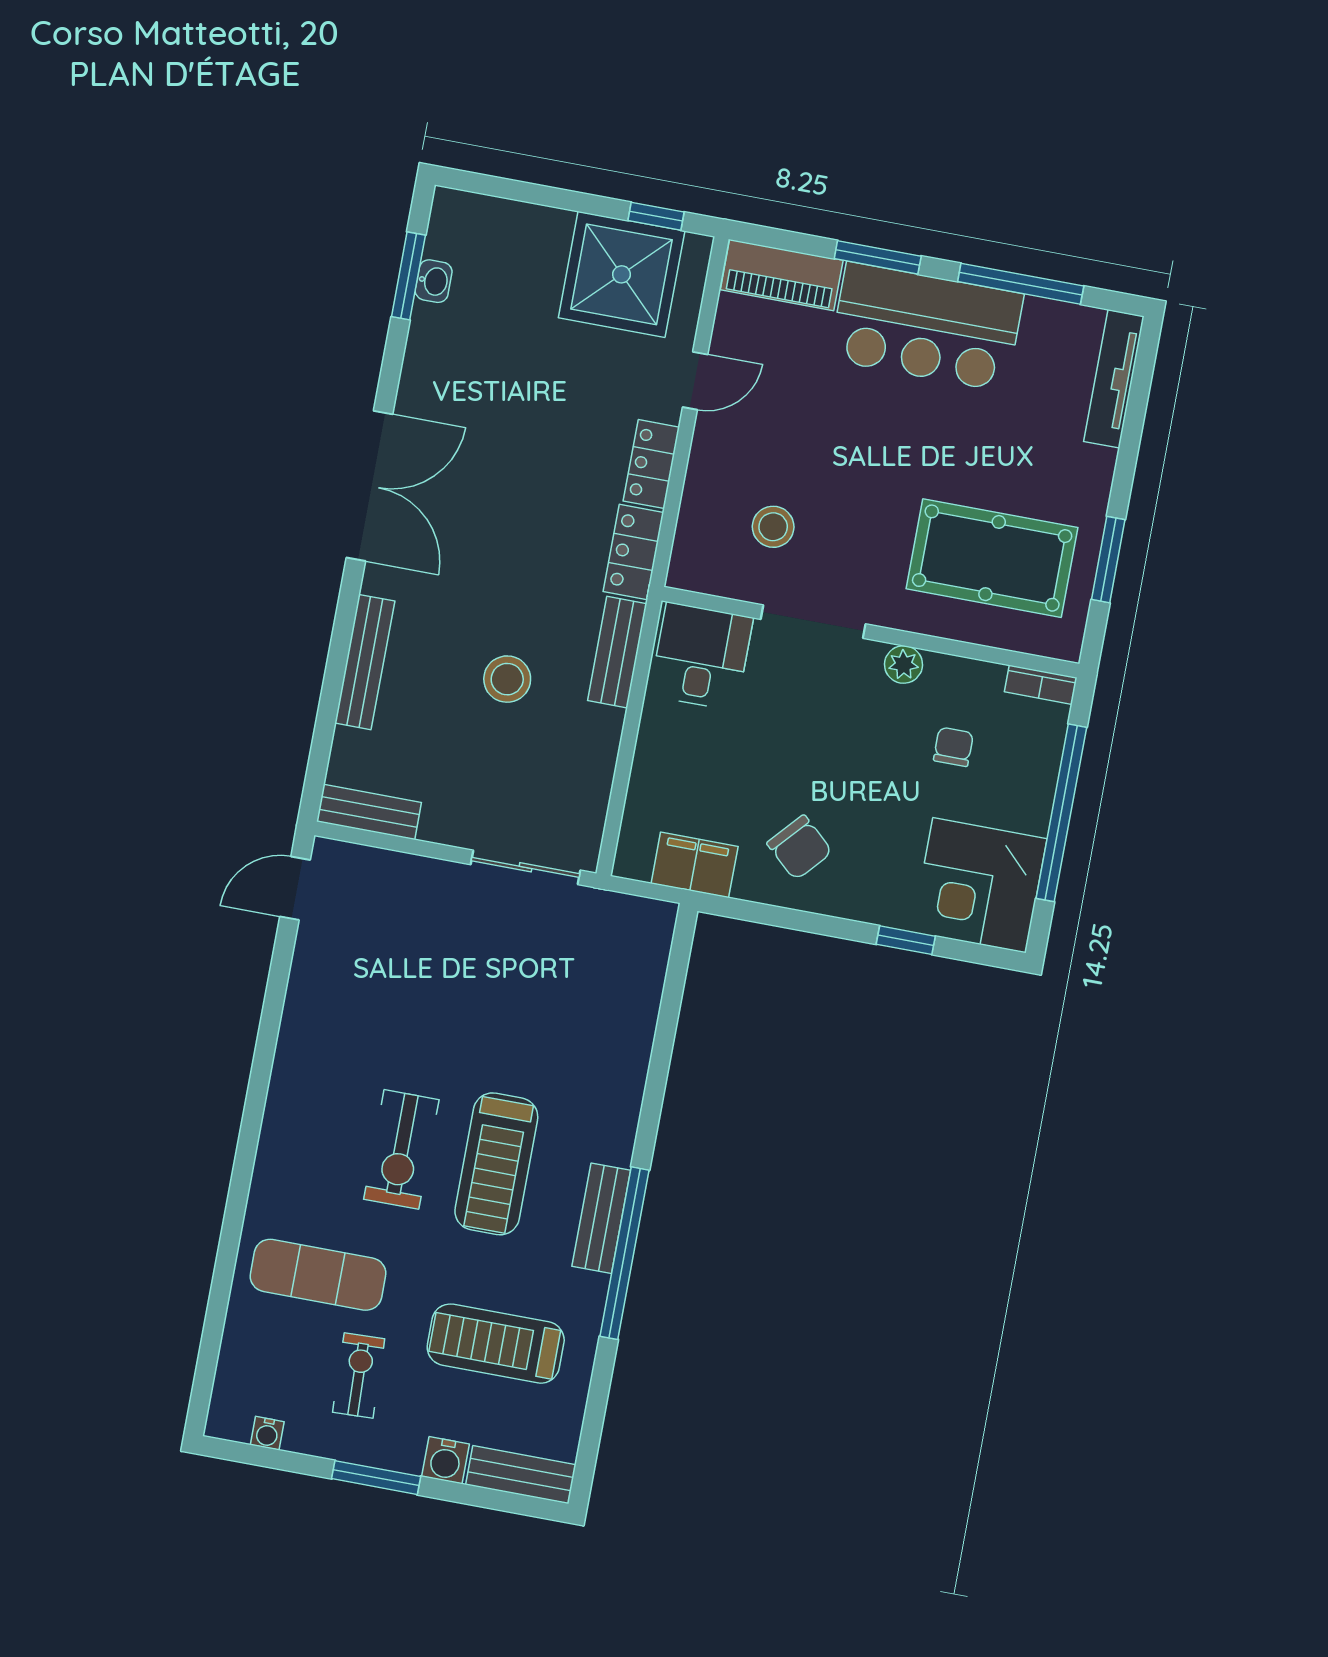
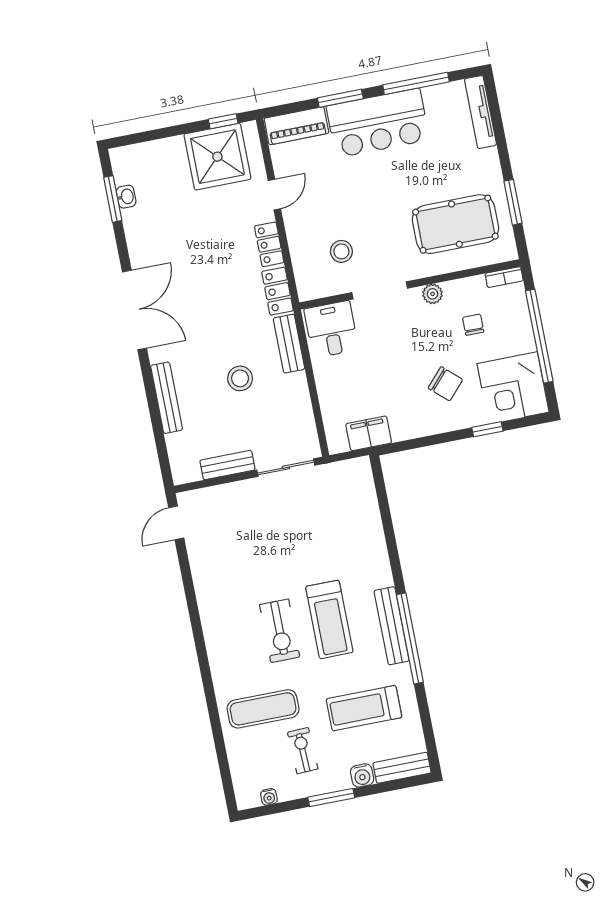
bench: (369, 812) -> (227, 465), moved
chair: (800, 848) -> (445, 384), moved
bench: (601, 1218) -> (392, 626), width x1.36

